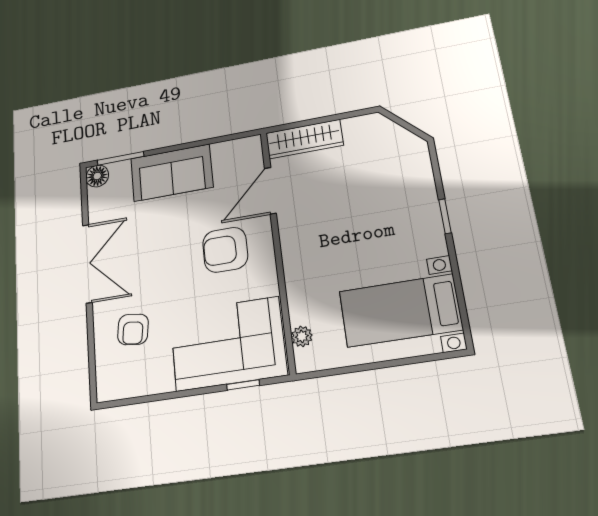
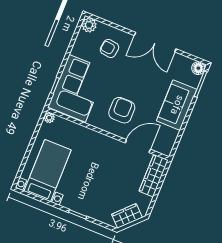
wardrobe: (396, 139) -> (127, 216), added
door: (270, 191) -> (138, 146), hinge flipped
plant: (302, 336) -> (49, 118), moved
plant: (110, 387) -> (89, 25), added

